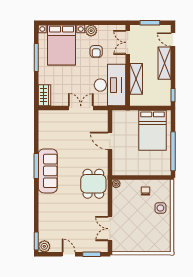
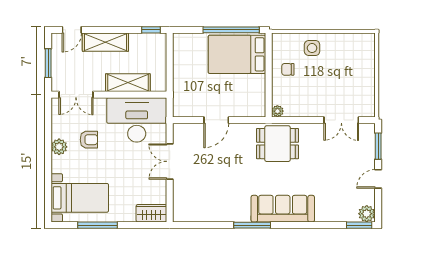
bed with nightstands: (62, 45) -> (80, 198), width x0.73
bed: (153, 130) -> (237, 54), moved, turned 180
sofa: (48, 171) -> (283, 209), moved

